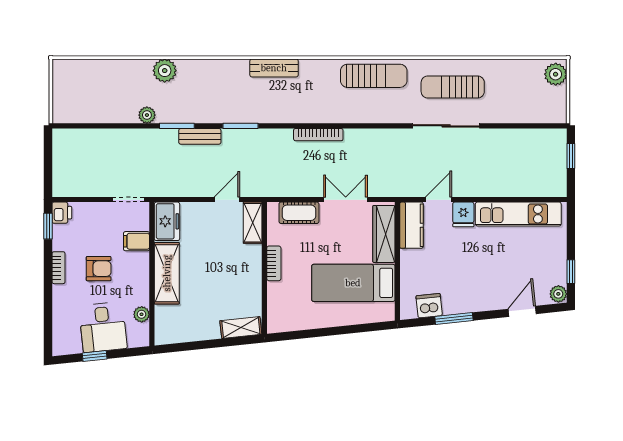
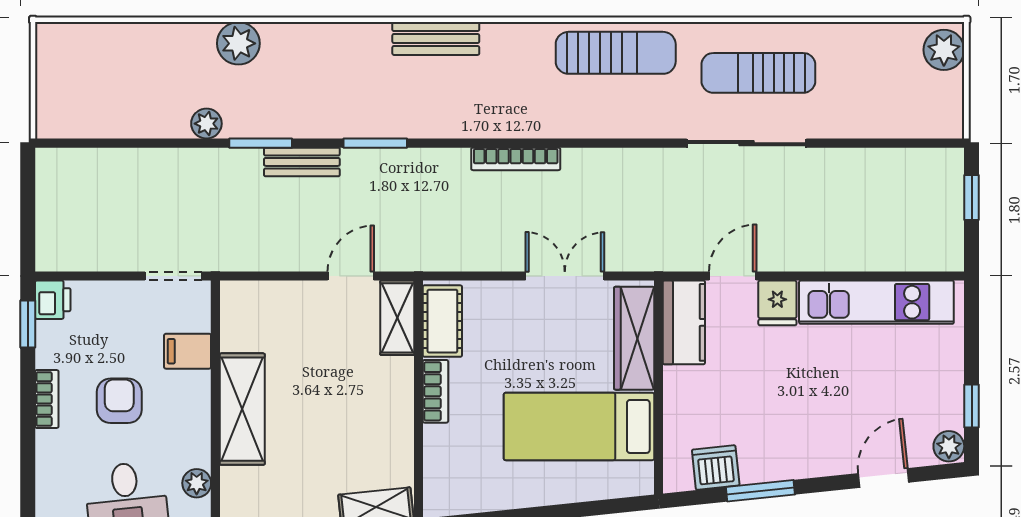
cot: (299, 213) -> (442, 321), moved, turned 90
freezer: (167, 221) -> (243, 315), removed
armchair: (99, 269) -> (119, 401), turned -90

